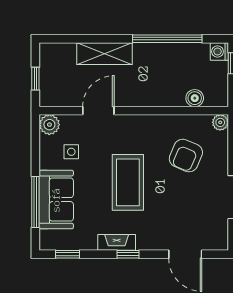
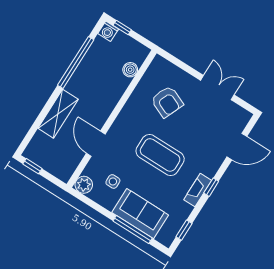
window: (35, 79) -> (32, 166), moved
plant: (220, 122) -> (159, 62), removed

